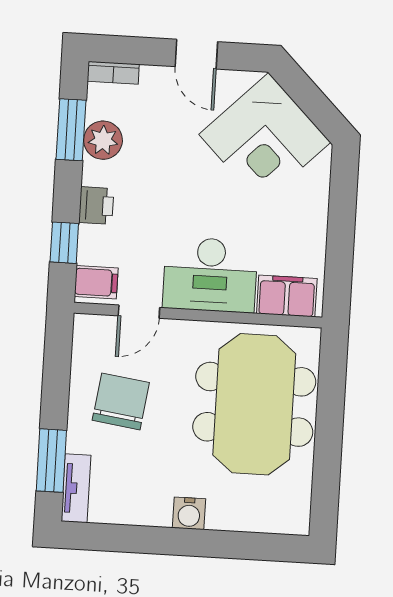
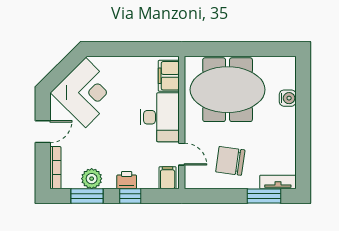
bookcase: (113, 73) -> (55, 168), width x1.56
window: (64, 243) -> (130, 196), moved
water cooler: (189, 513) -> (288, 98), moved

